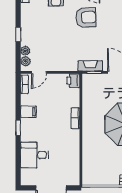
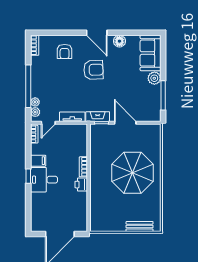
window: (18, 34) -> (28, 86), width x3.17
tv unit: (64, 66) -> (72, 117), added
printer: (73, 81) -> (81, 185), moved
desk: (35, 155) -> (44, 180), moved

